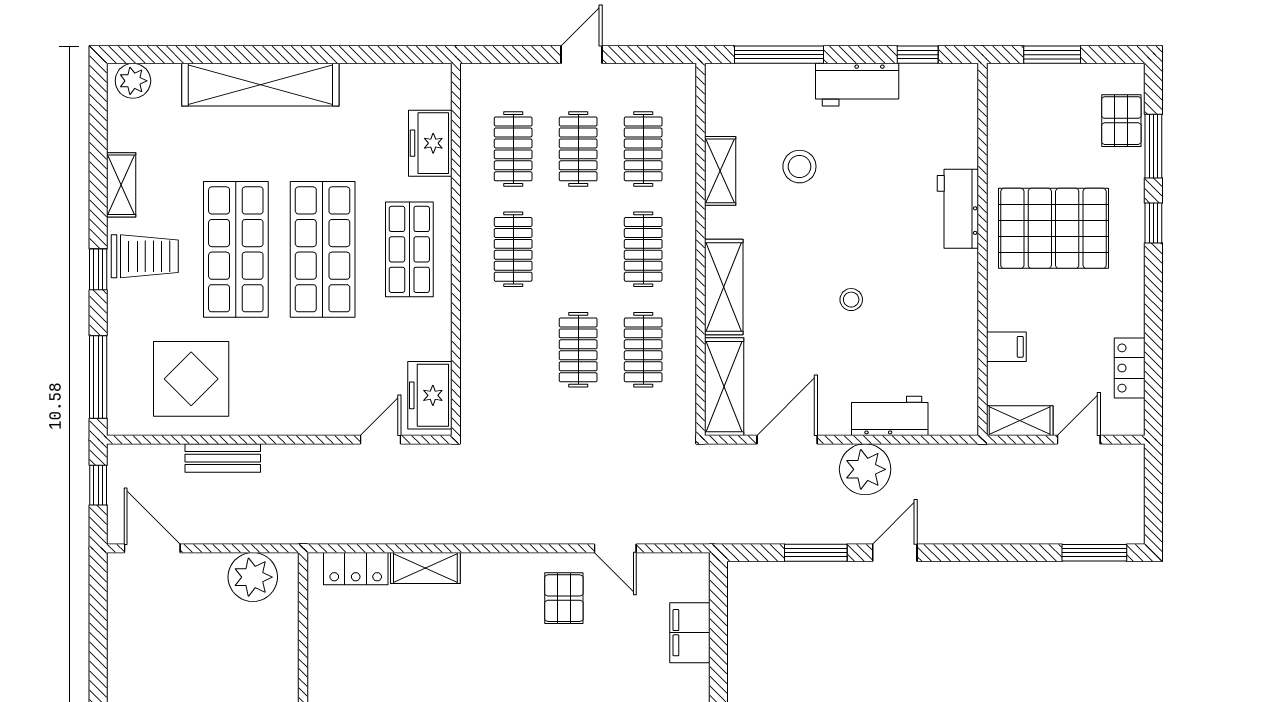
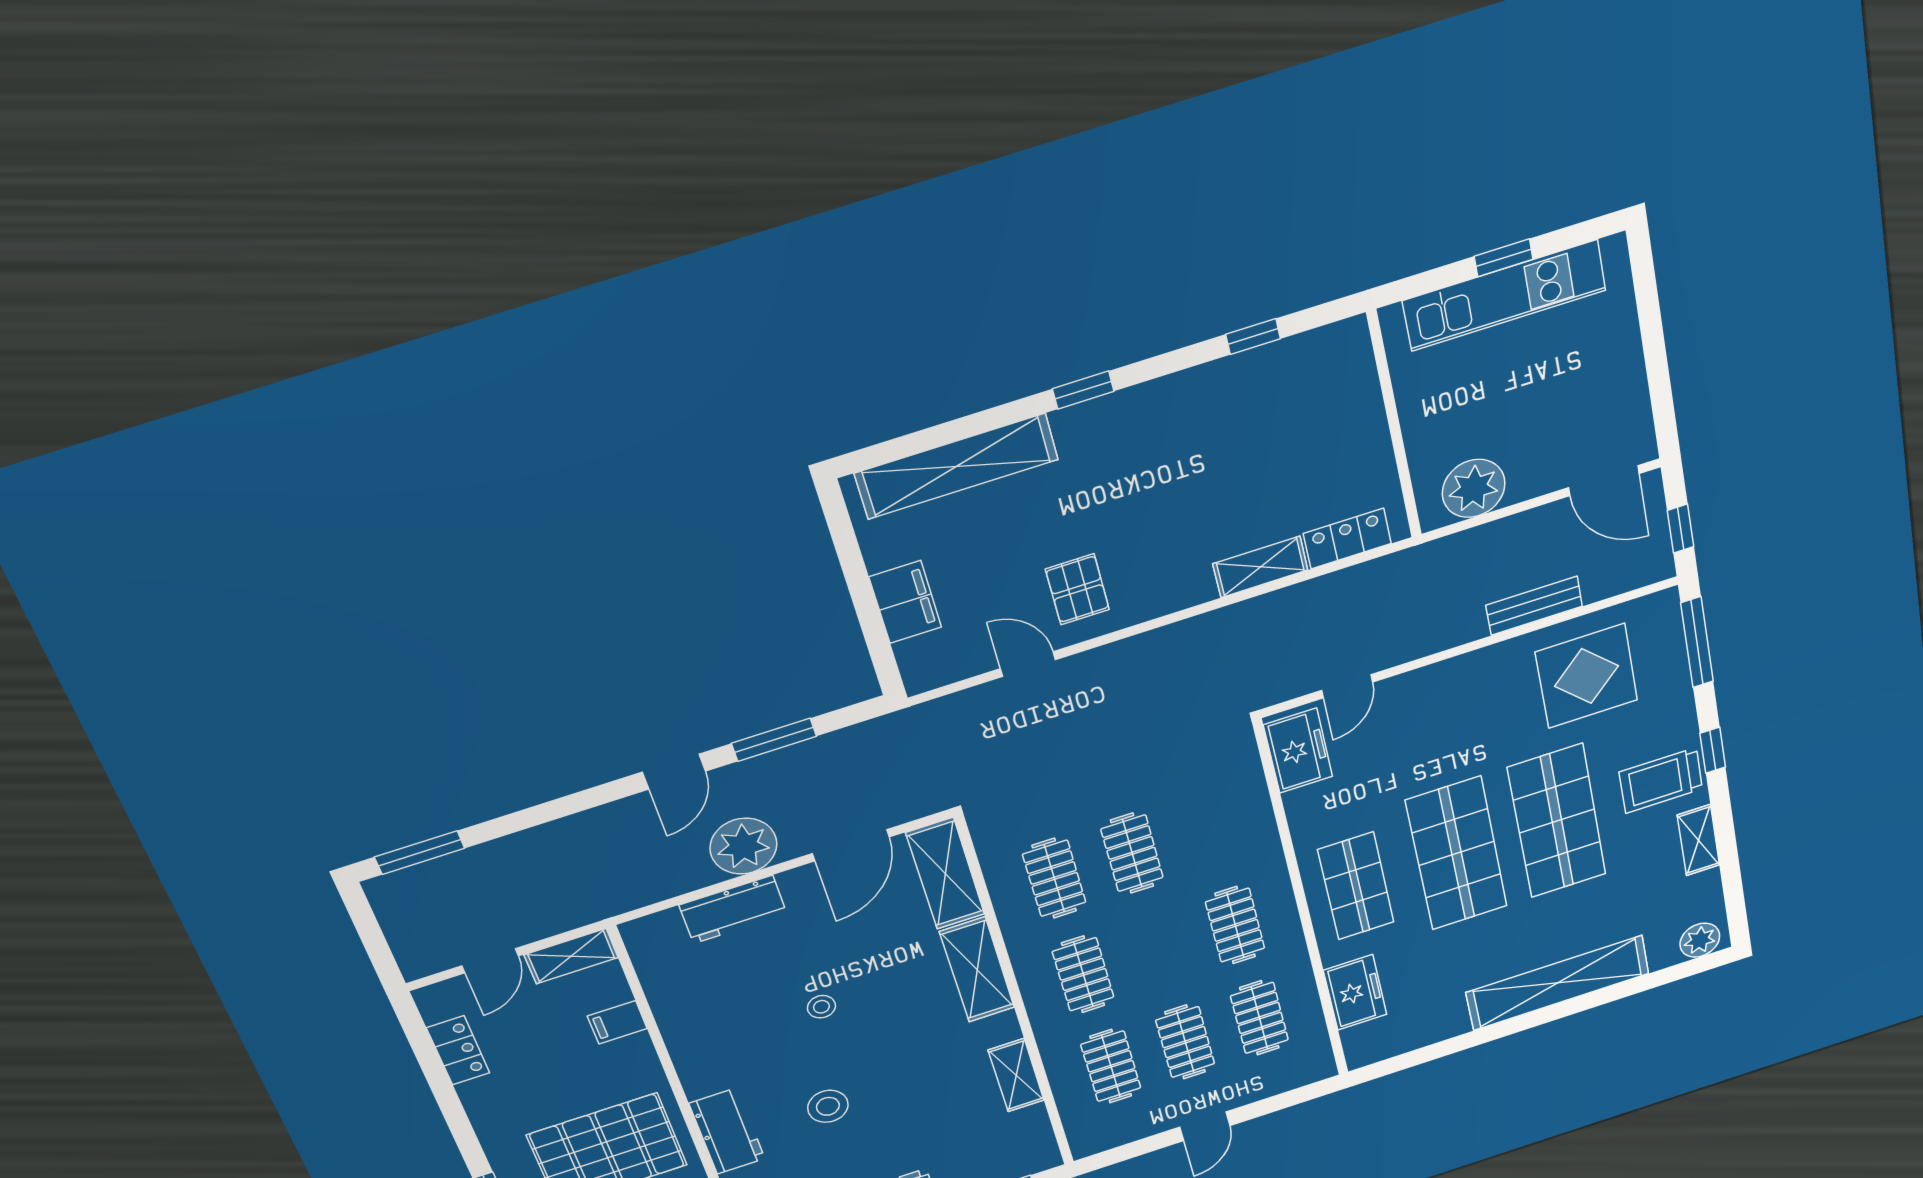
stool: (799, 167) -> (828, 1106), moved

